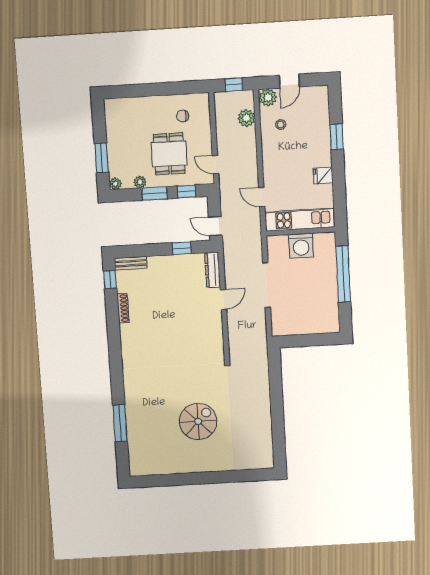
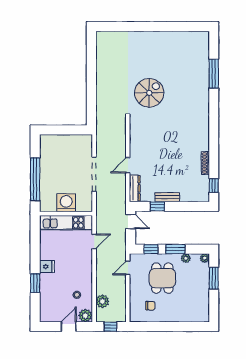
door: (215, 165) -> (128, 268), swing flipped
fridge: (323, 176) -> (47, 267), moved
door: (262, 197) -> (94, 241), hinge flipped
bench: (131, 263) -> (167, 197), moved
spiral stairs: (198, 421) -> (149, 93), moved, turned 180

